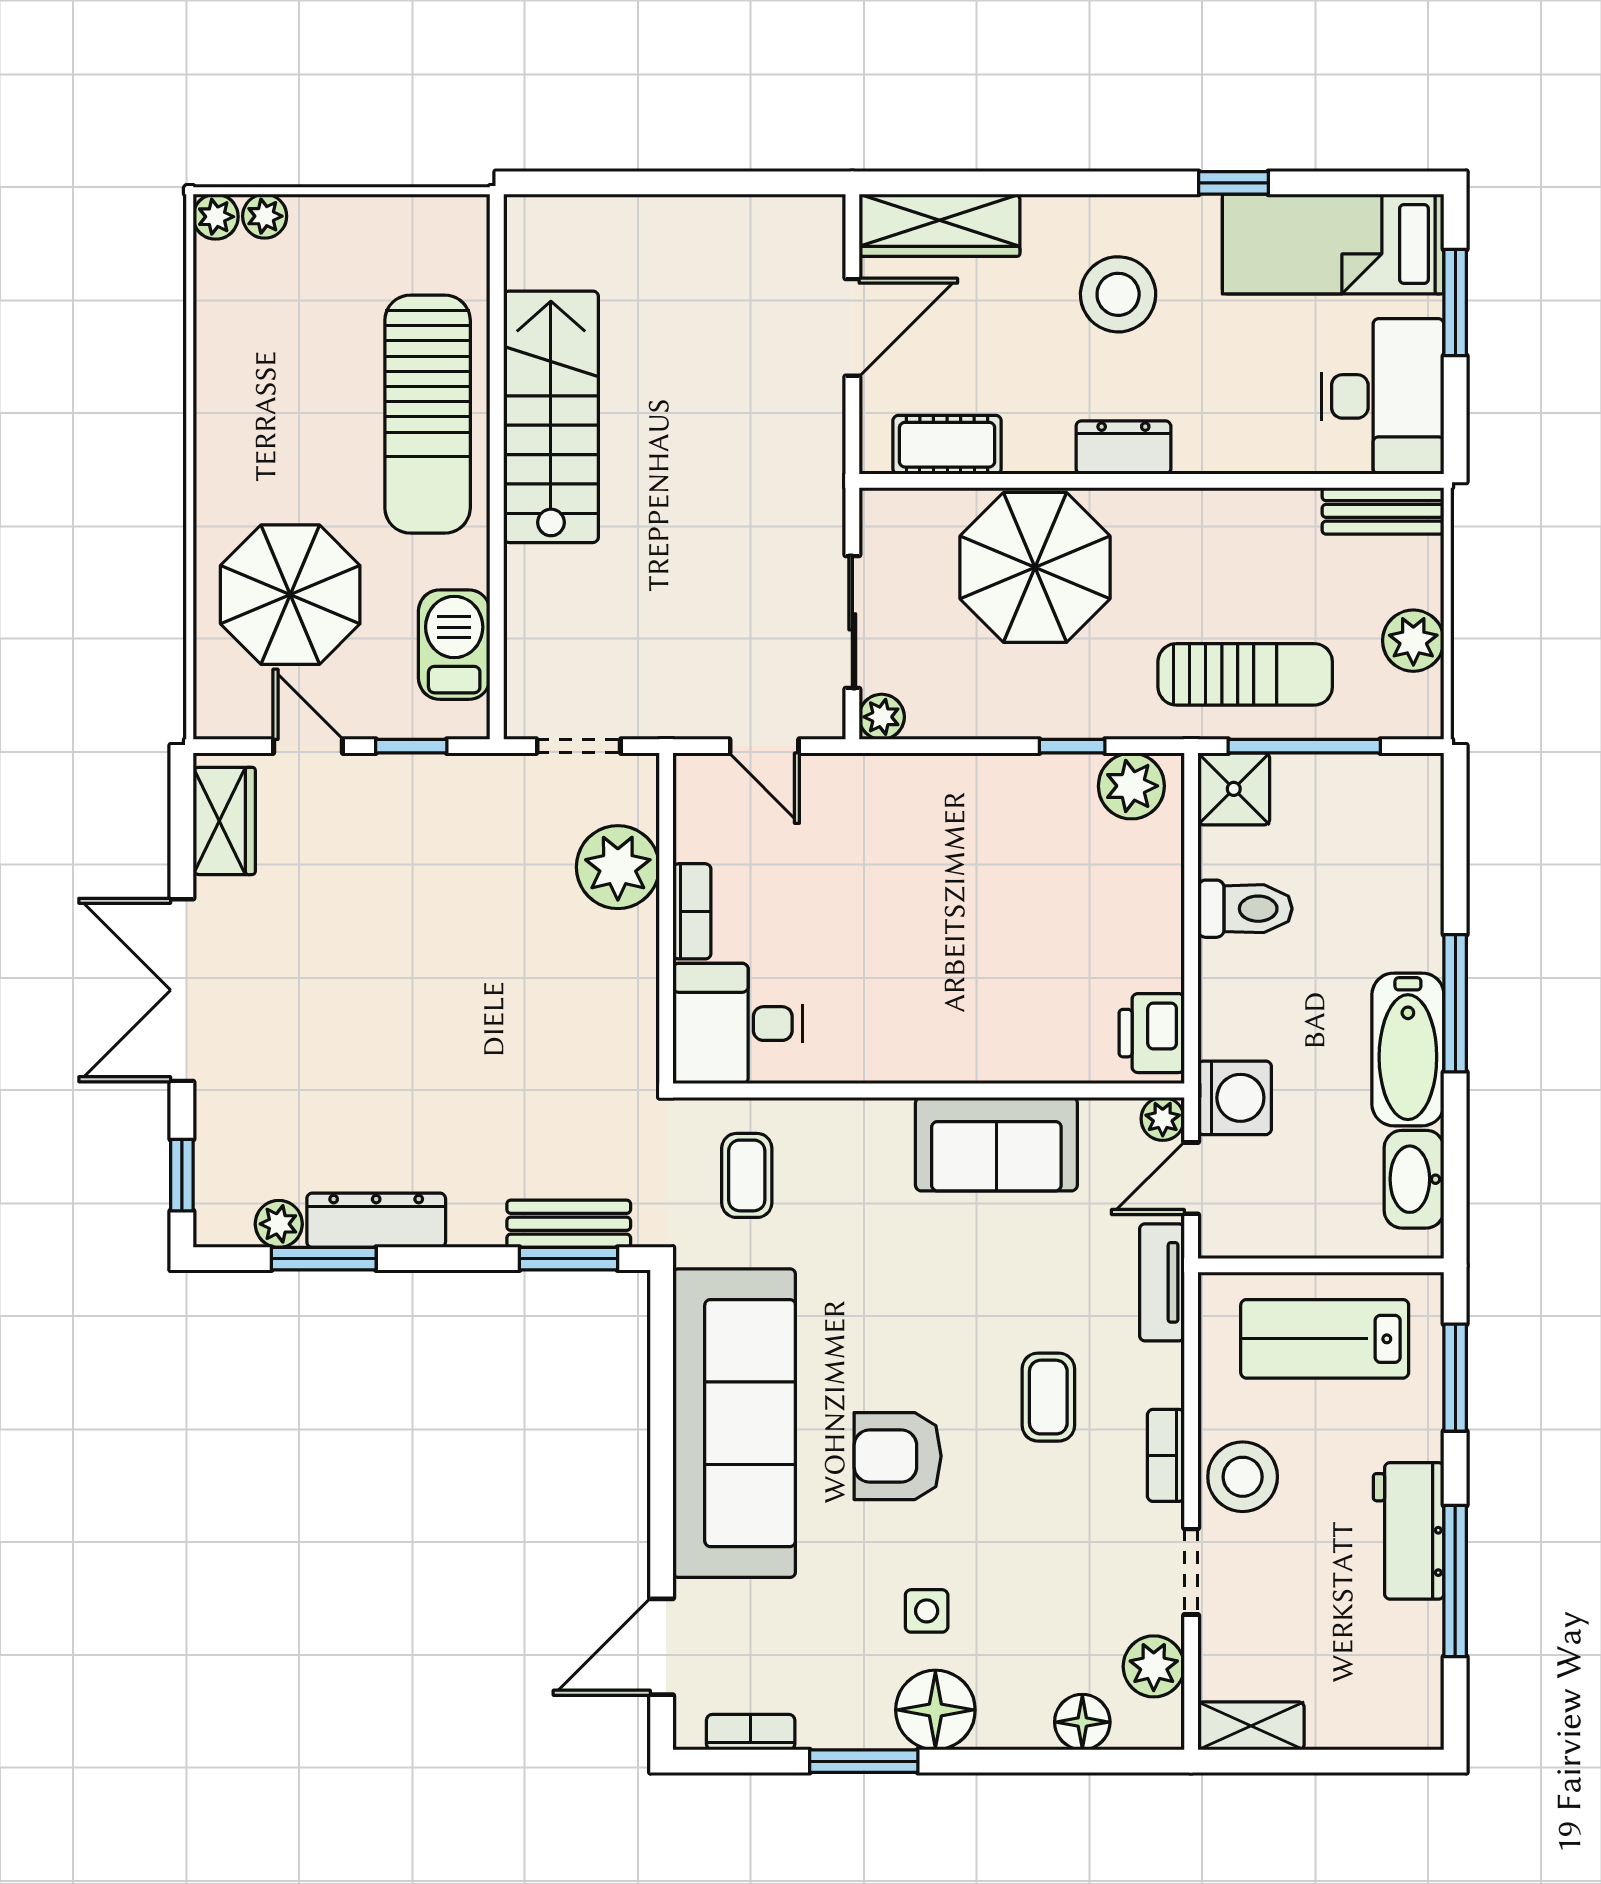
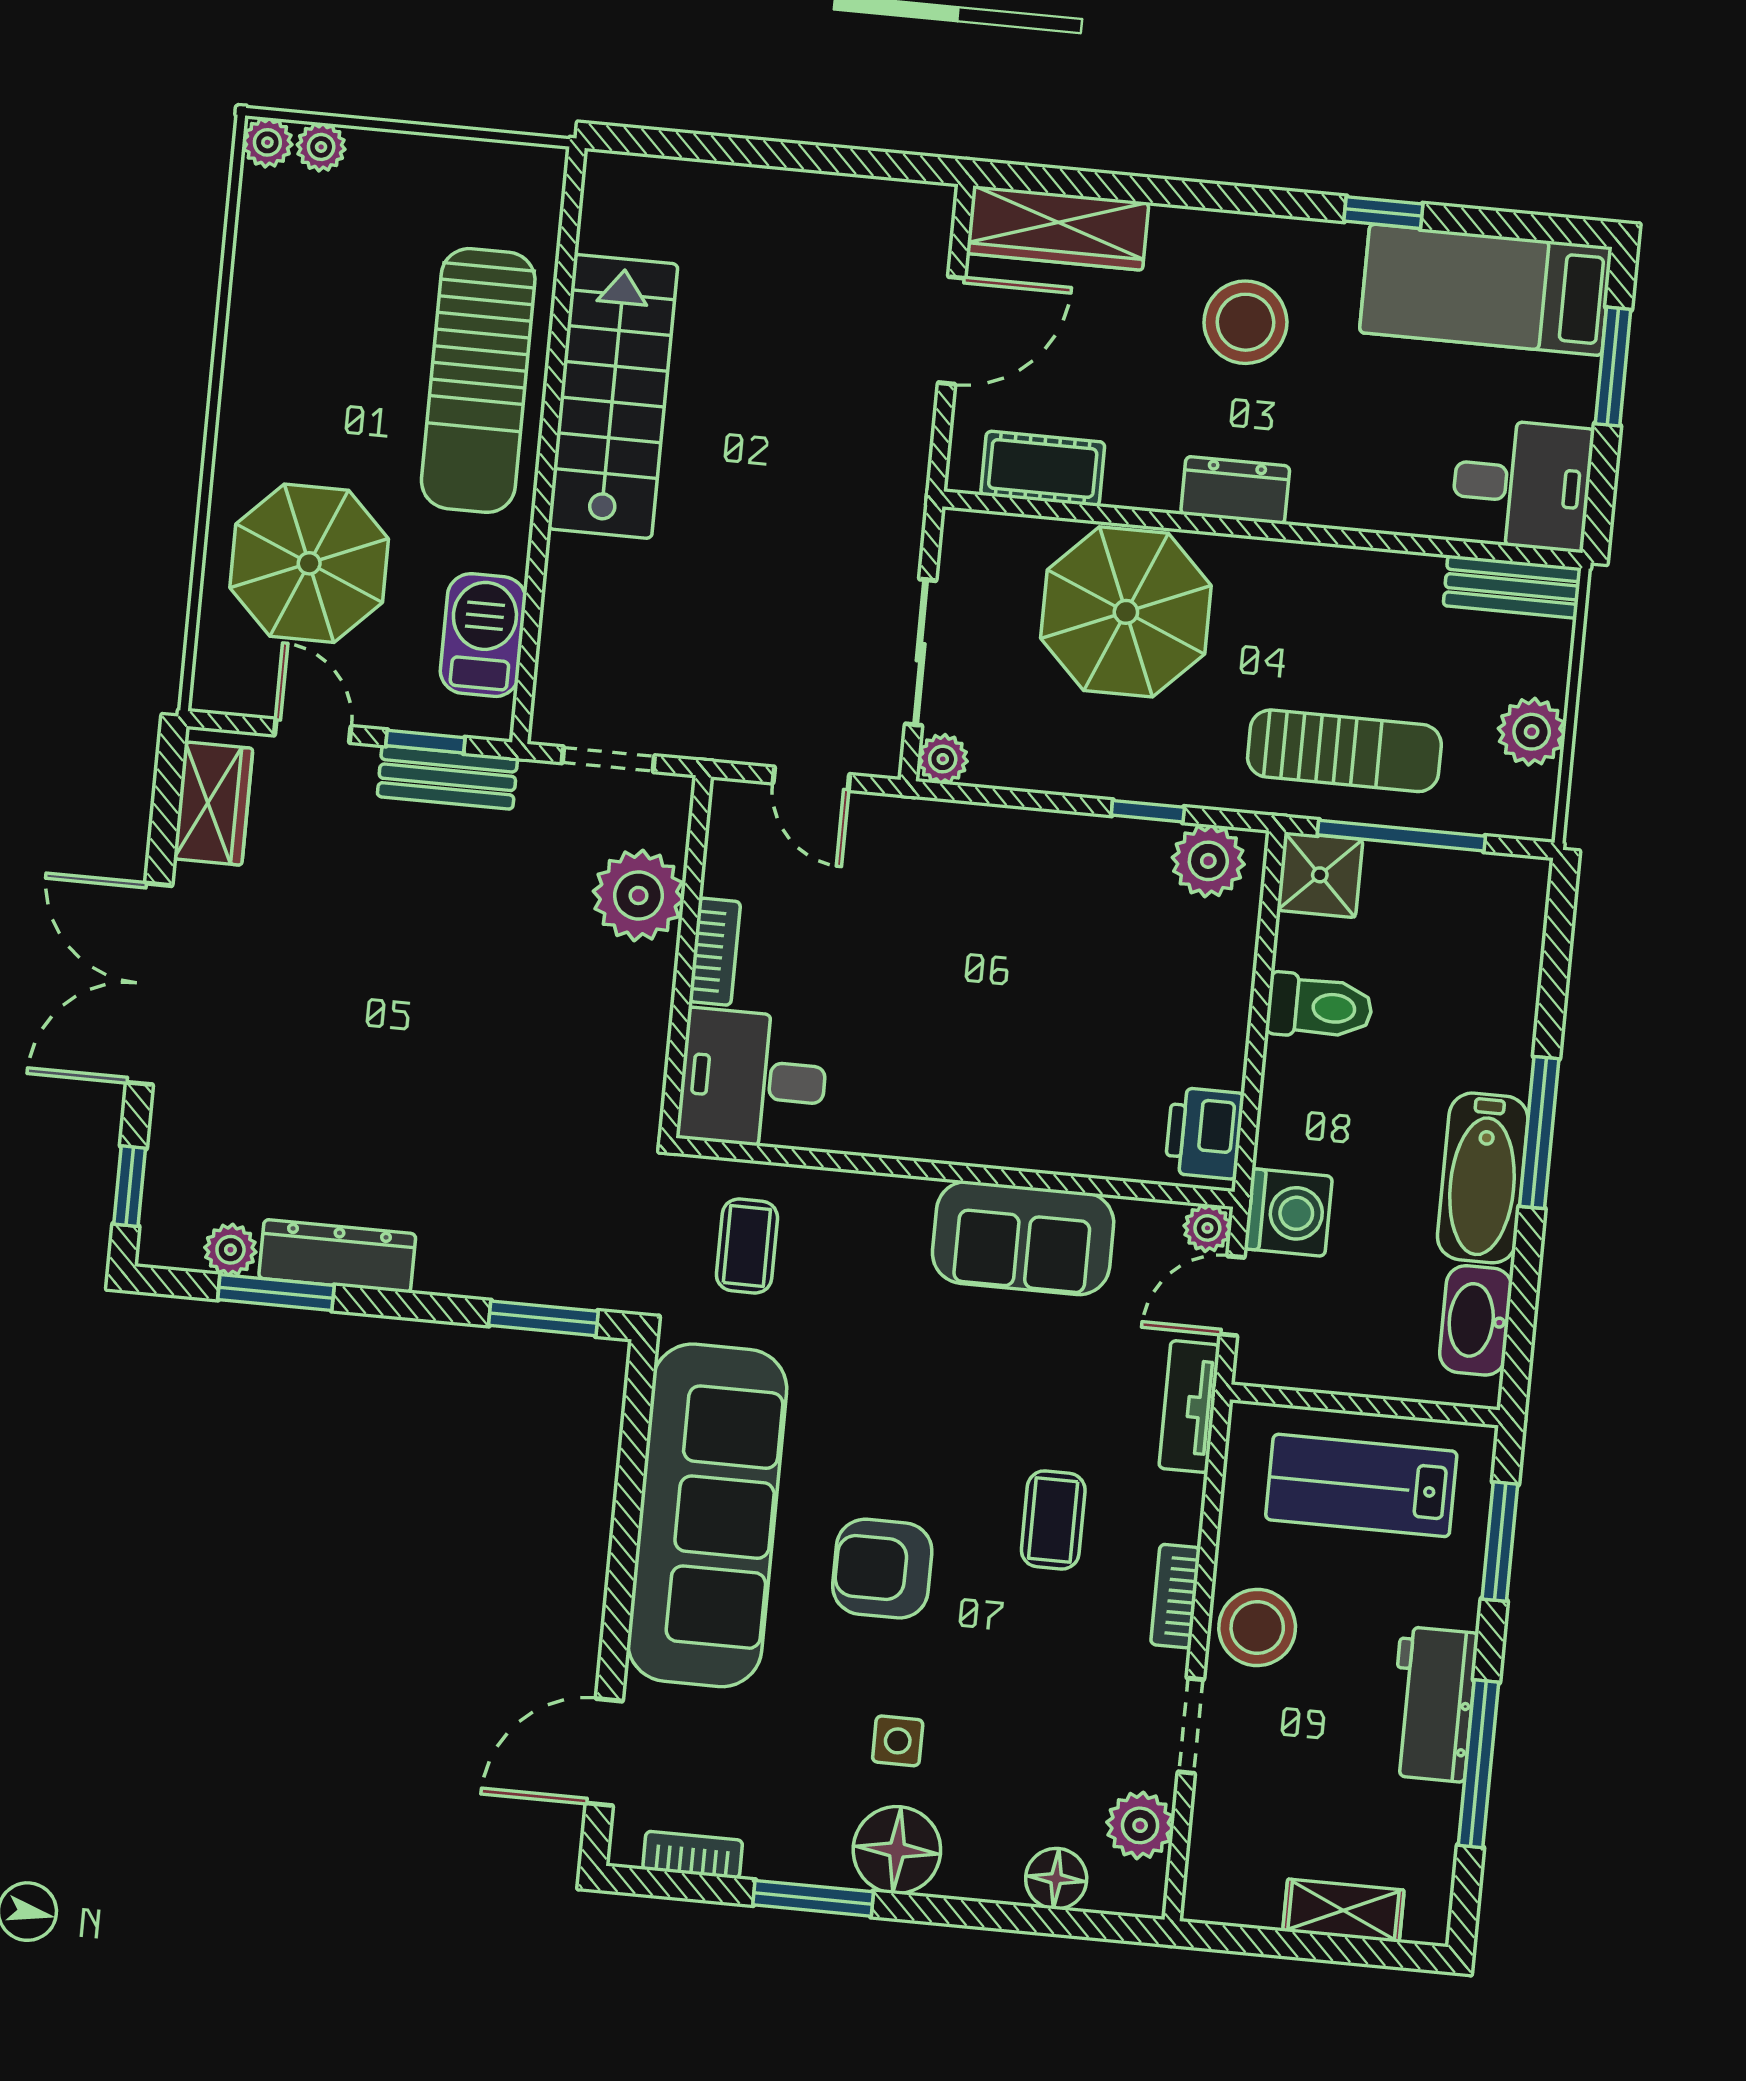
desk: (1383, 396) -> (1522, 485), width x0.73
bench: (569, 1224) -> (447, 777), moved
shelving: (1251, 1726) -> (1343, 1911), moved

